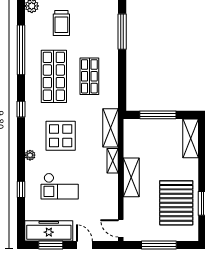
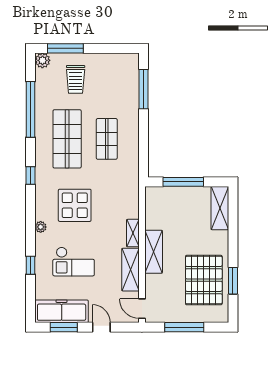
shelving: (111, 128) -> (130, 270), moved

